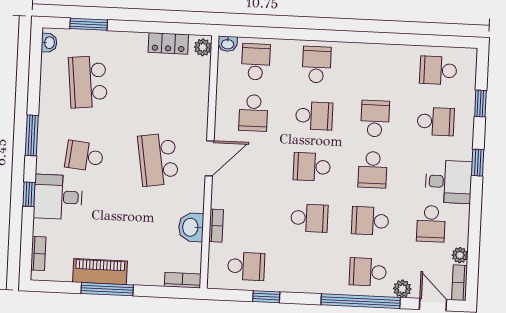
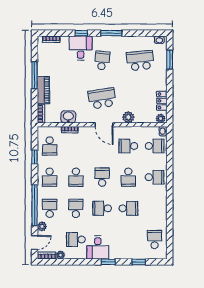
plant: (197, 110) -> (128, 117), added
school desk: (436, 121) -> (50, 177), moved
piano: (100, 272) -> (43, 90), moved

